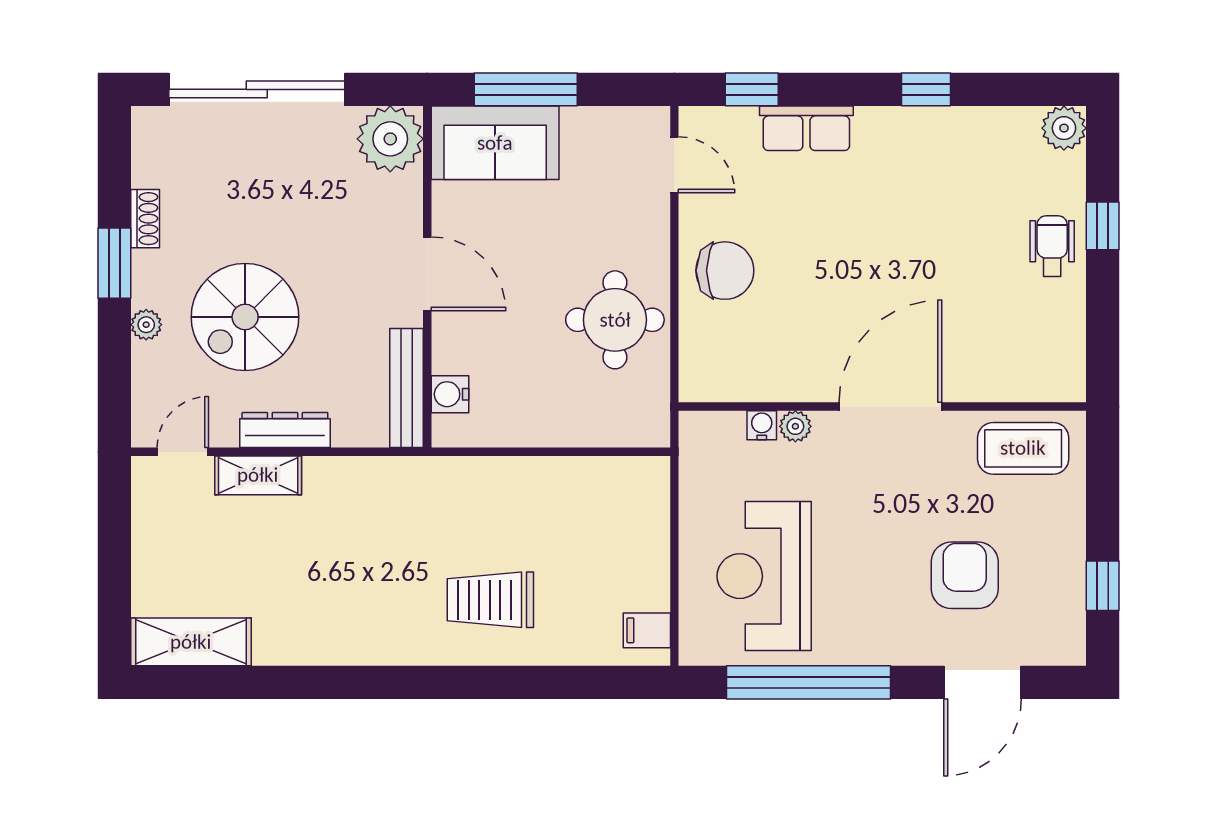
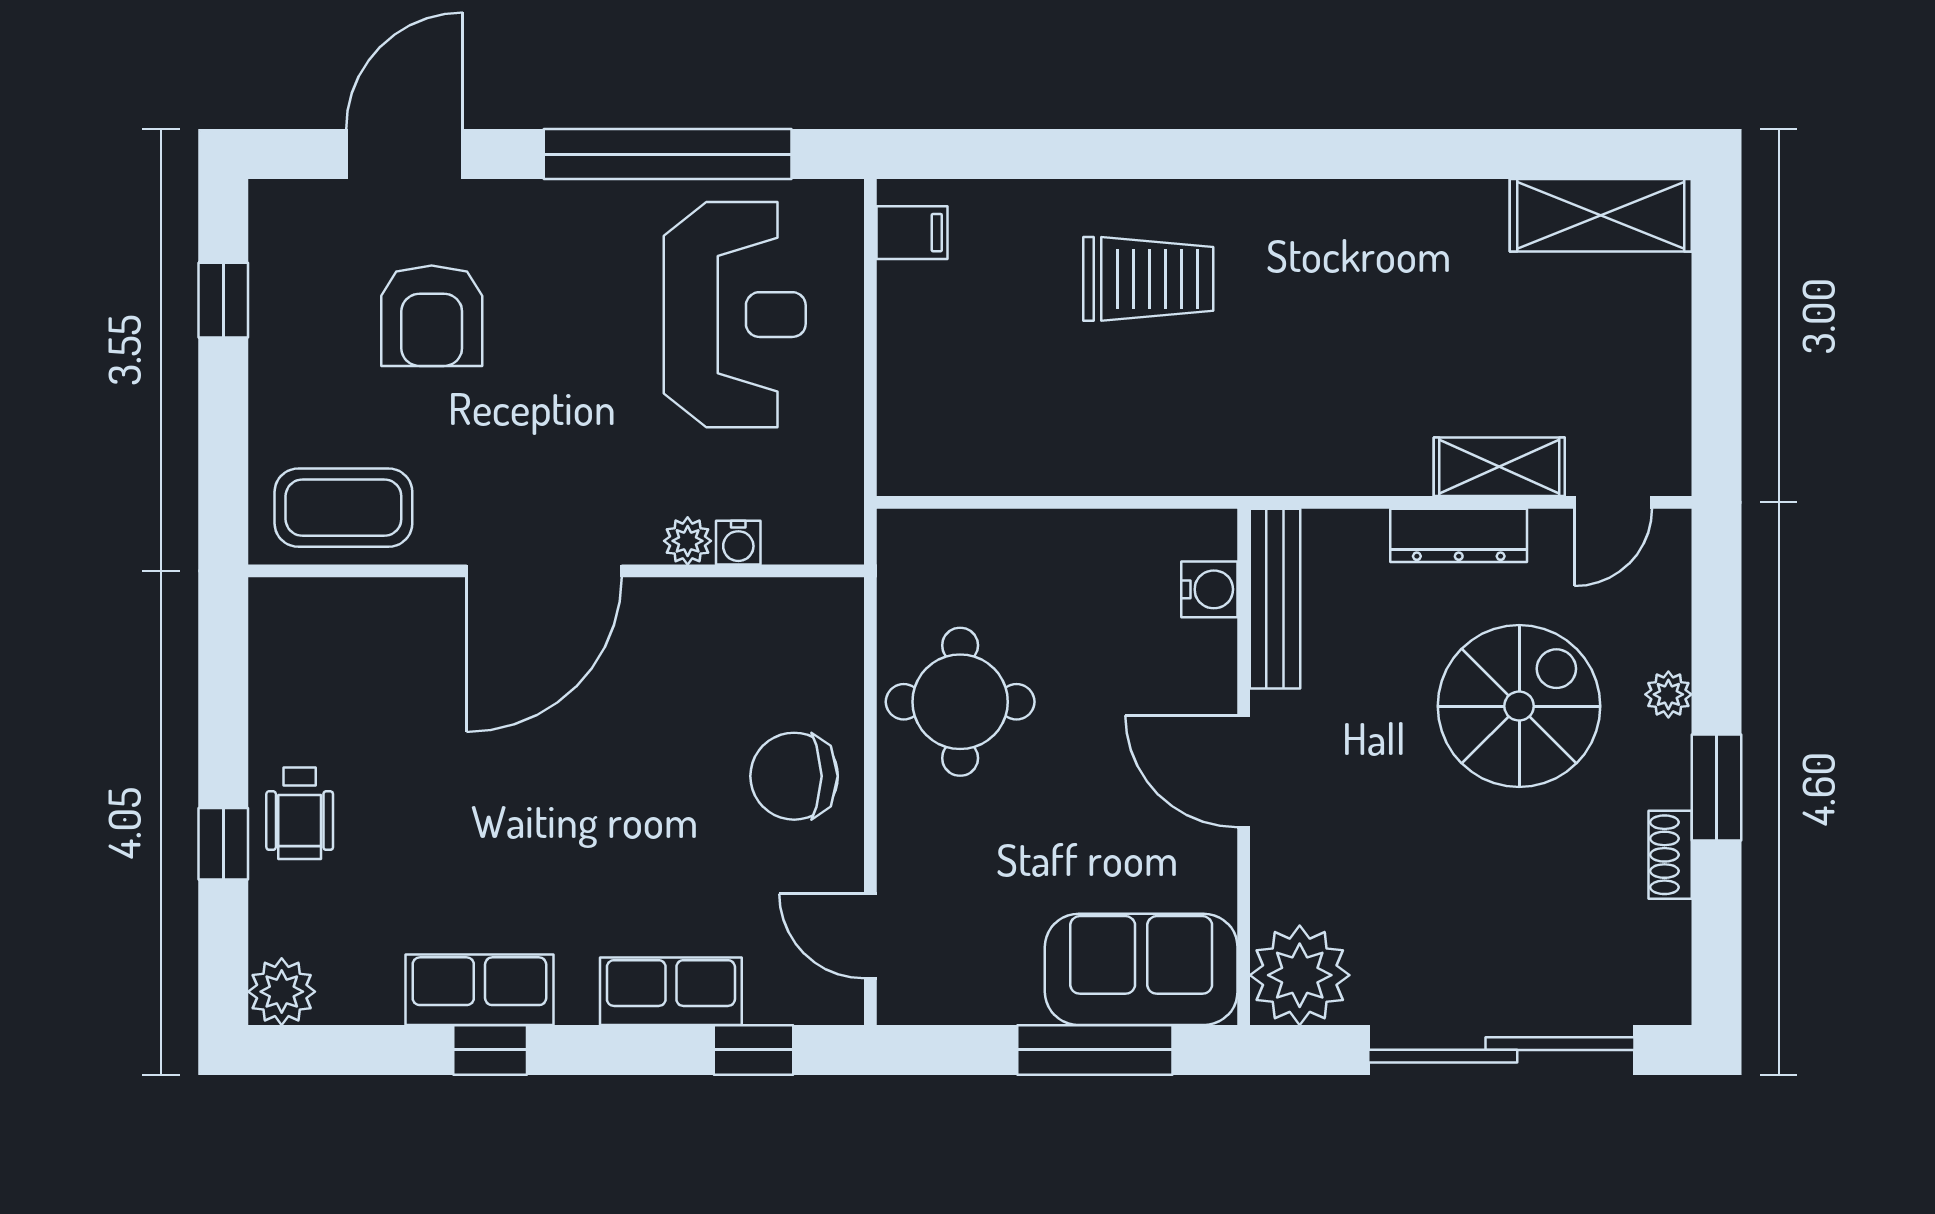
row of seats: (933, 129) -> (479, 990), added

